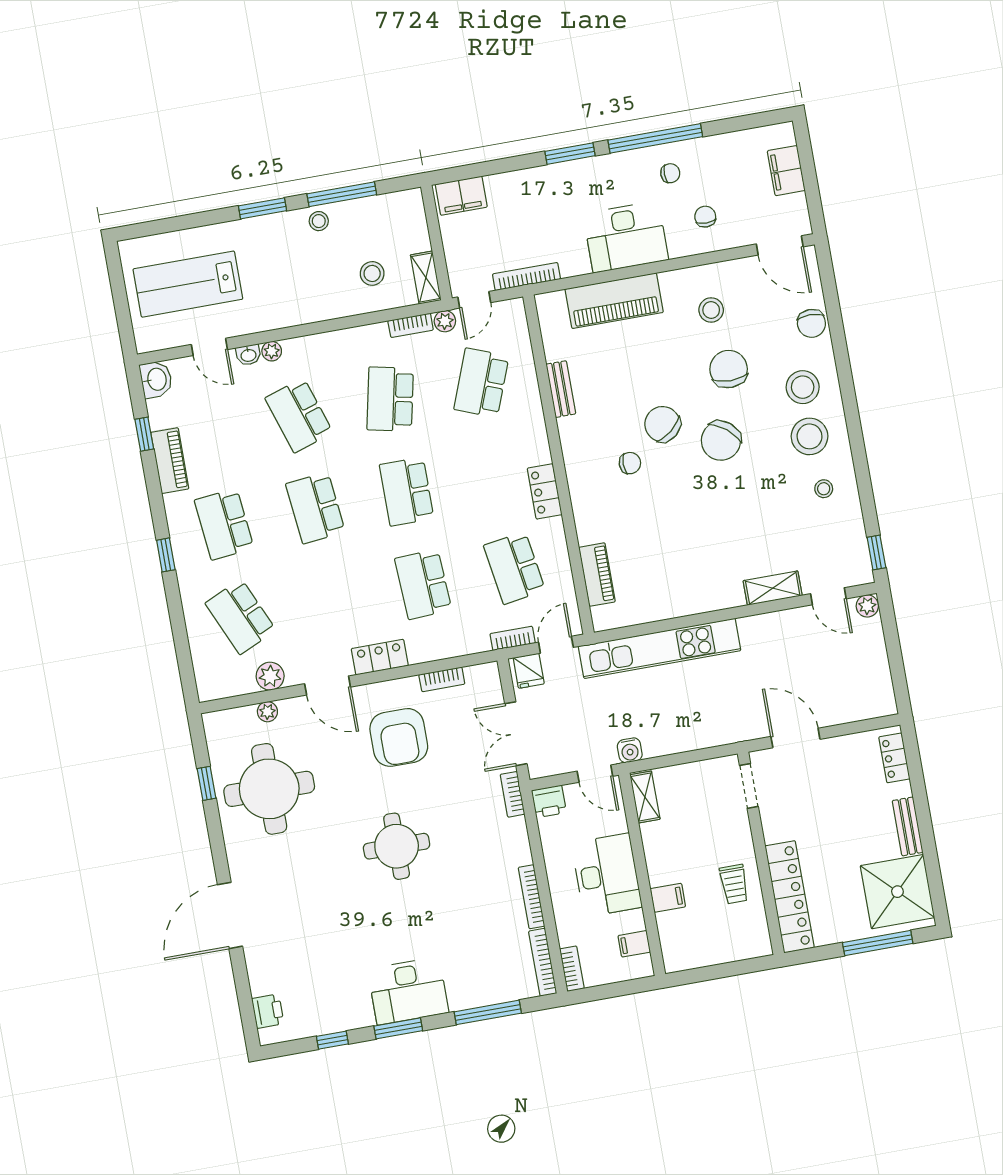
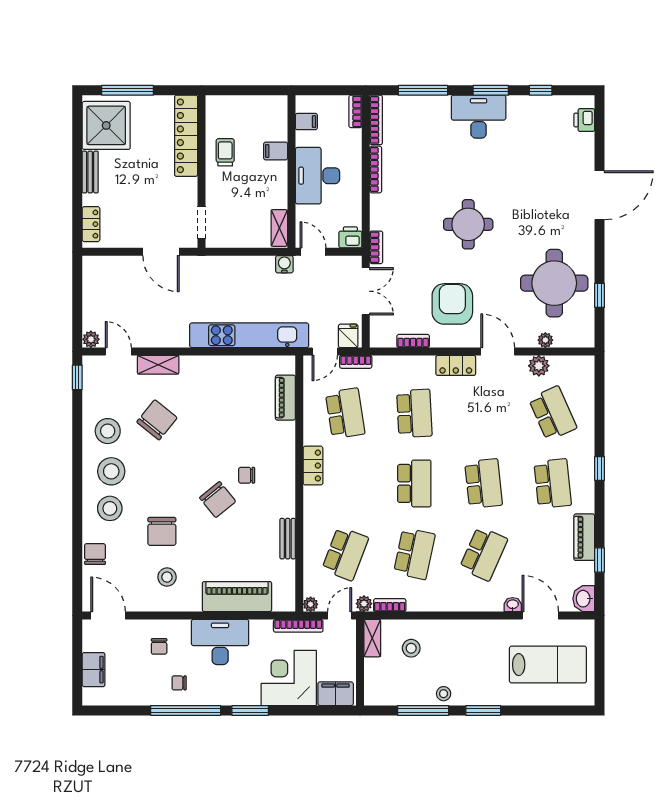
corner desk: (527, 206) -> (289, 678), added
door: (209, 347) -> (540, 616), width x1.38
plant: (272, 351) -> (311, 604), moved
school desk: (299, 415) -> (484, 554), turned 42
chair: (721, 441) -> (157, 420), moved
stool: (824, 489) -> (108, 431), width x1.89, depth x1.89

